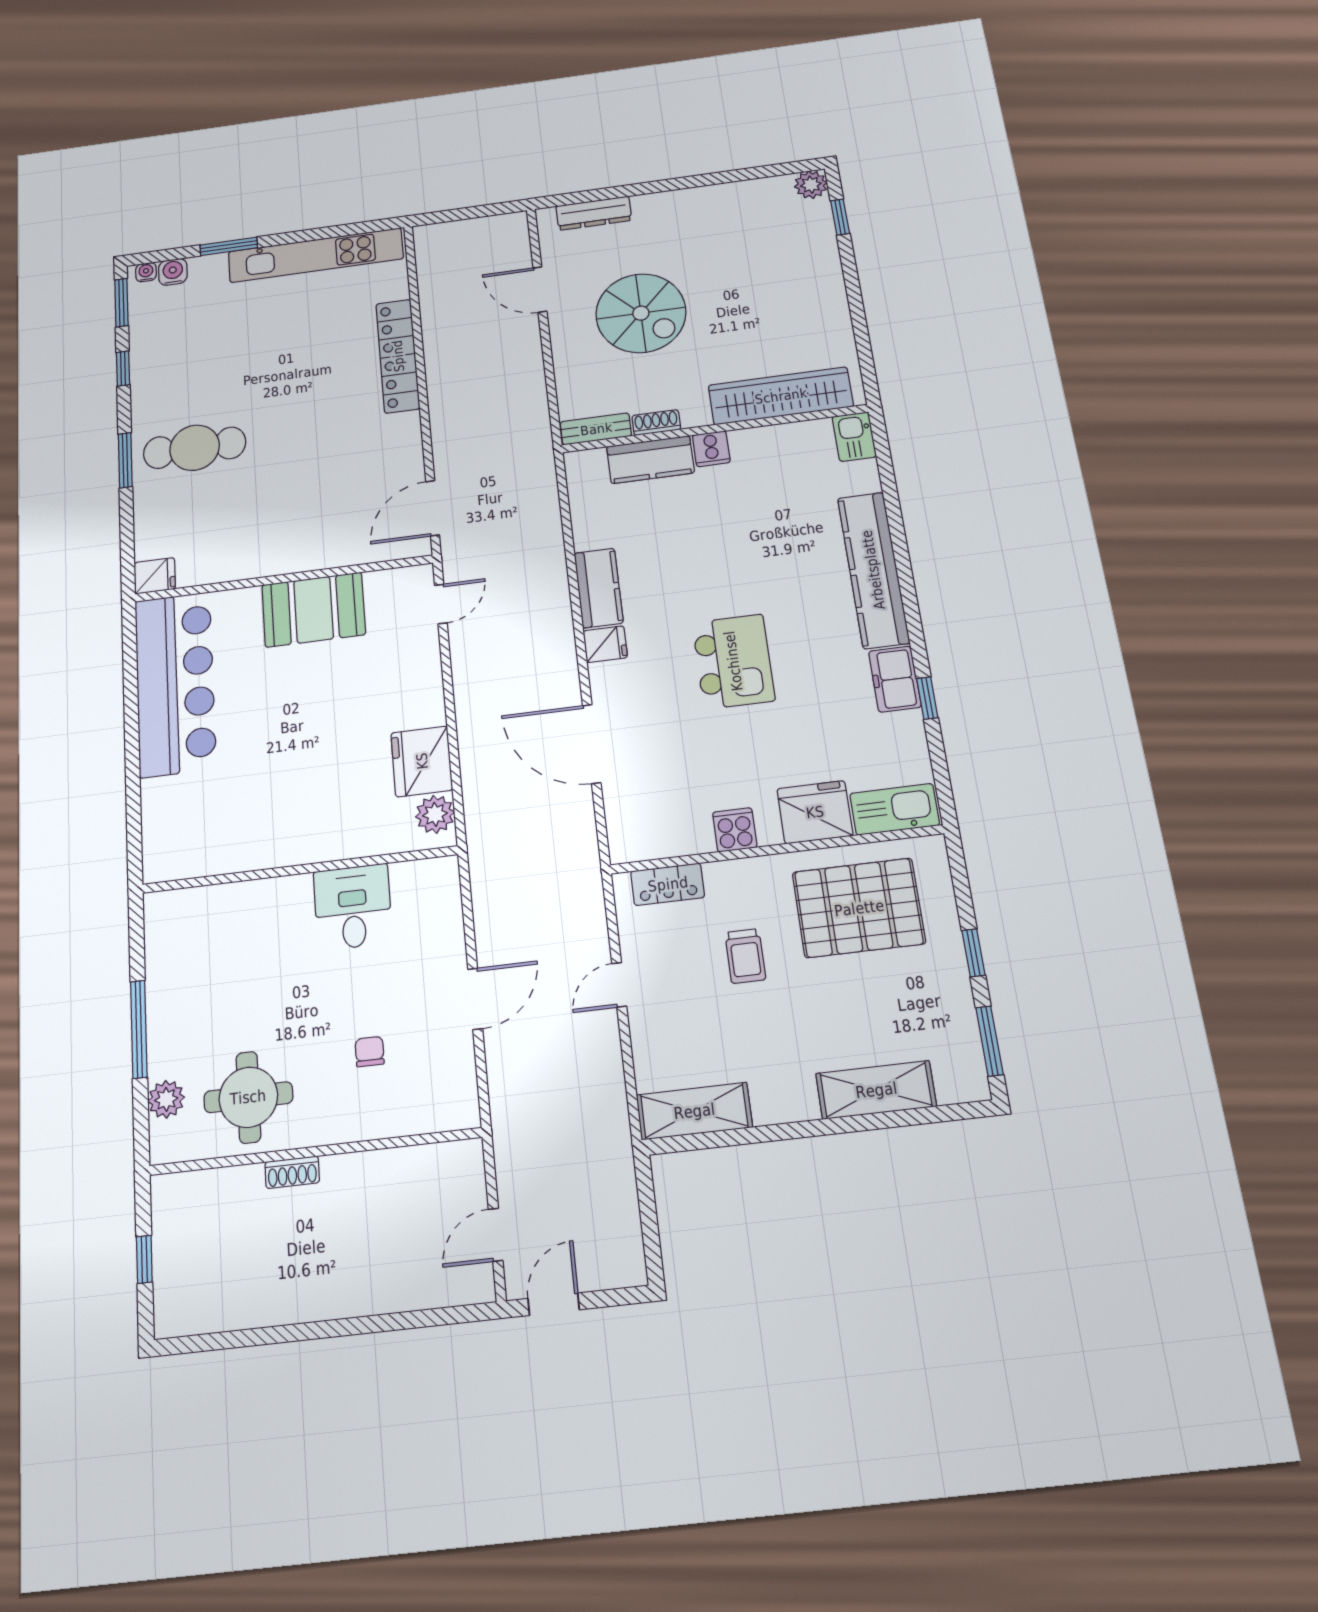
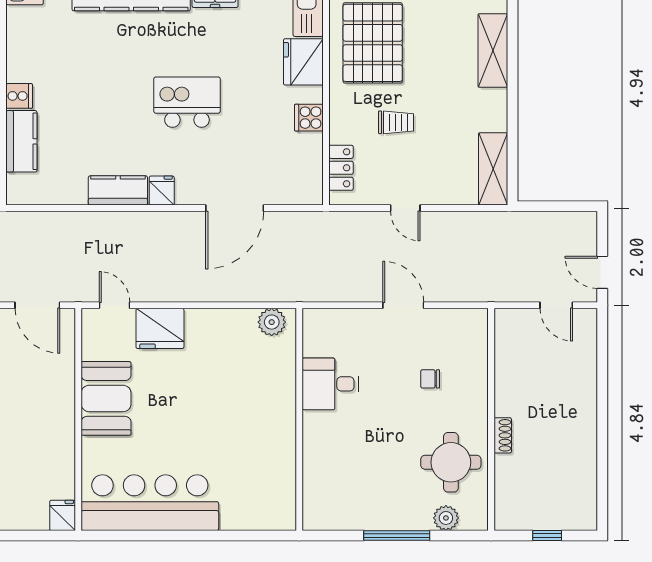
fridge: (422, 761) -> (160, 328), moved

